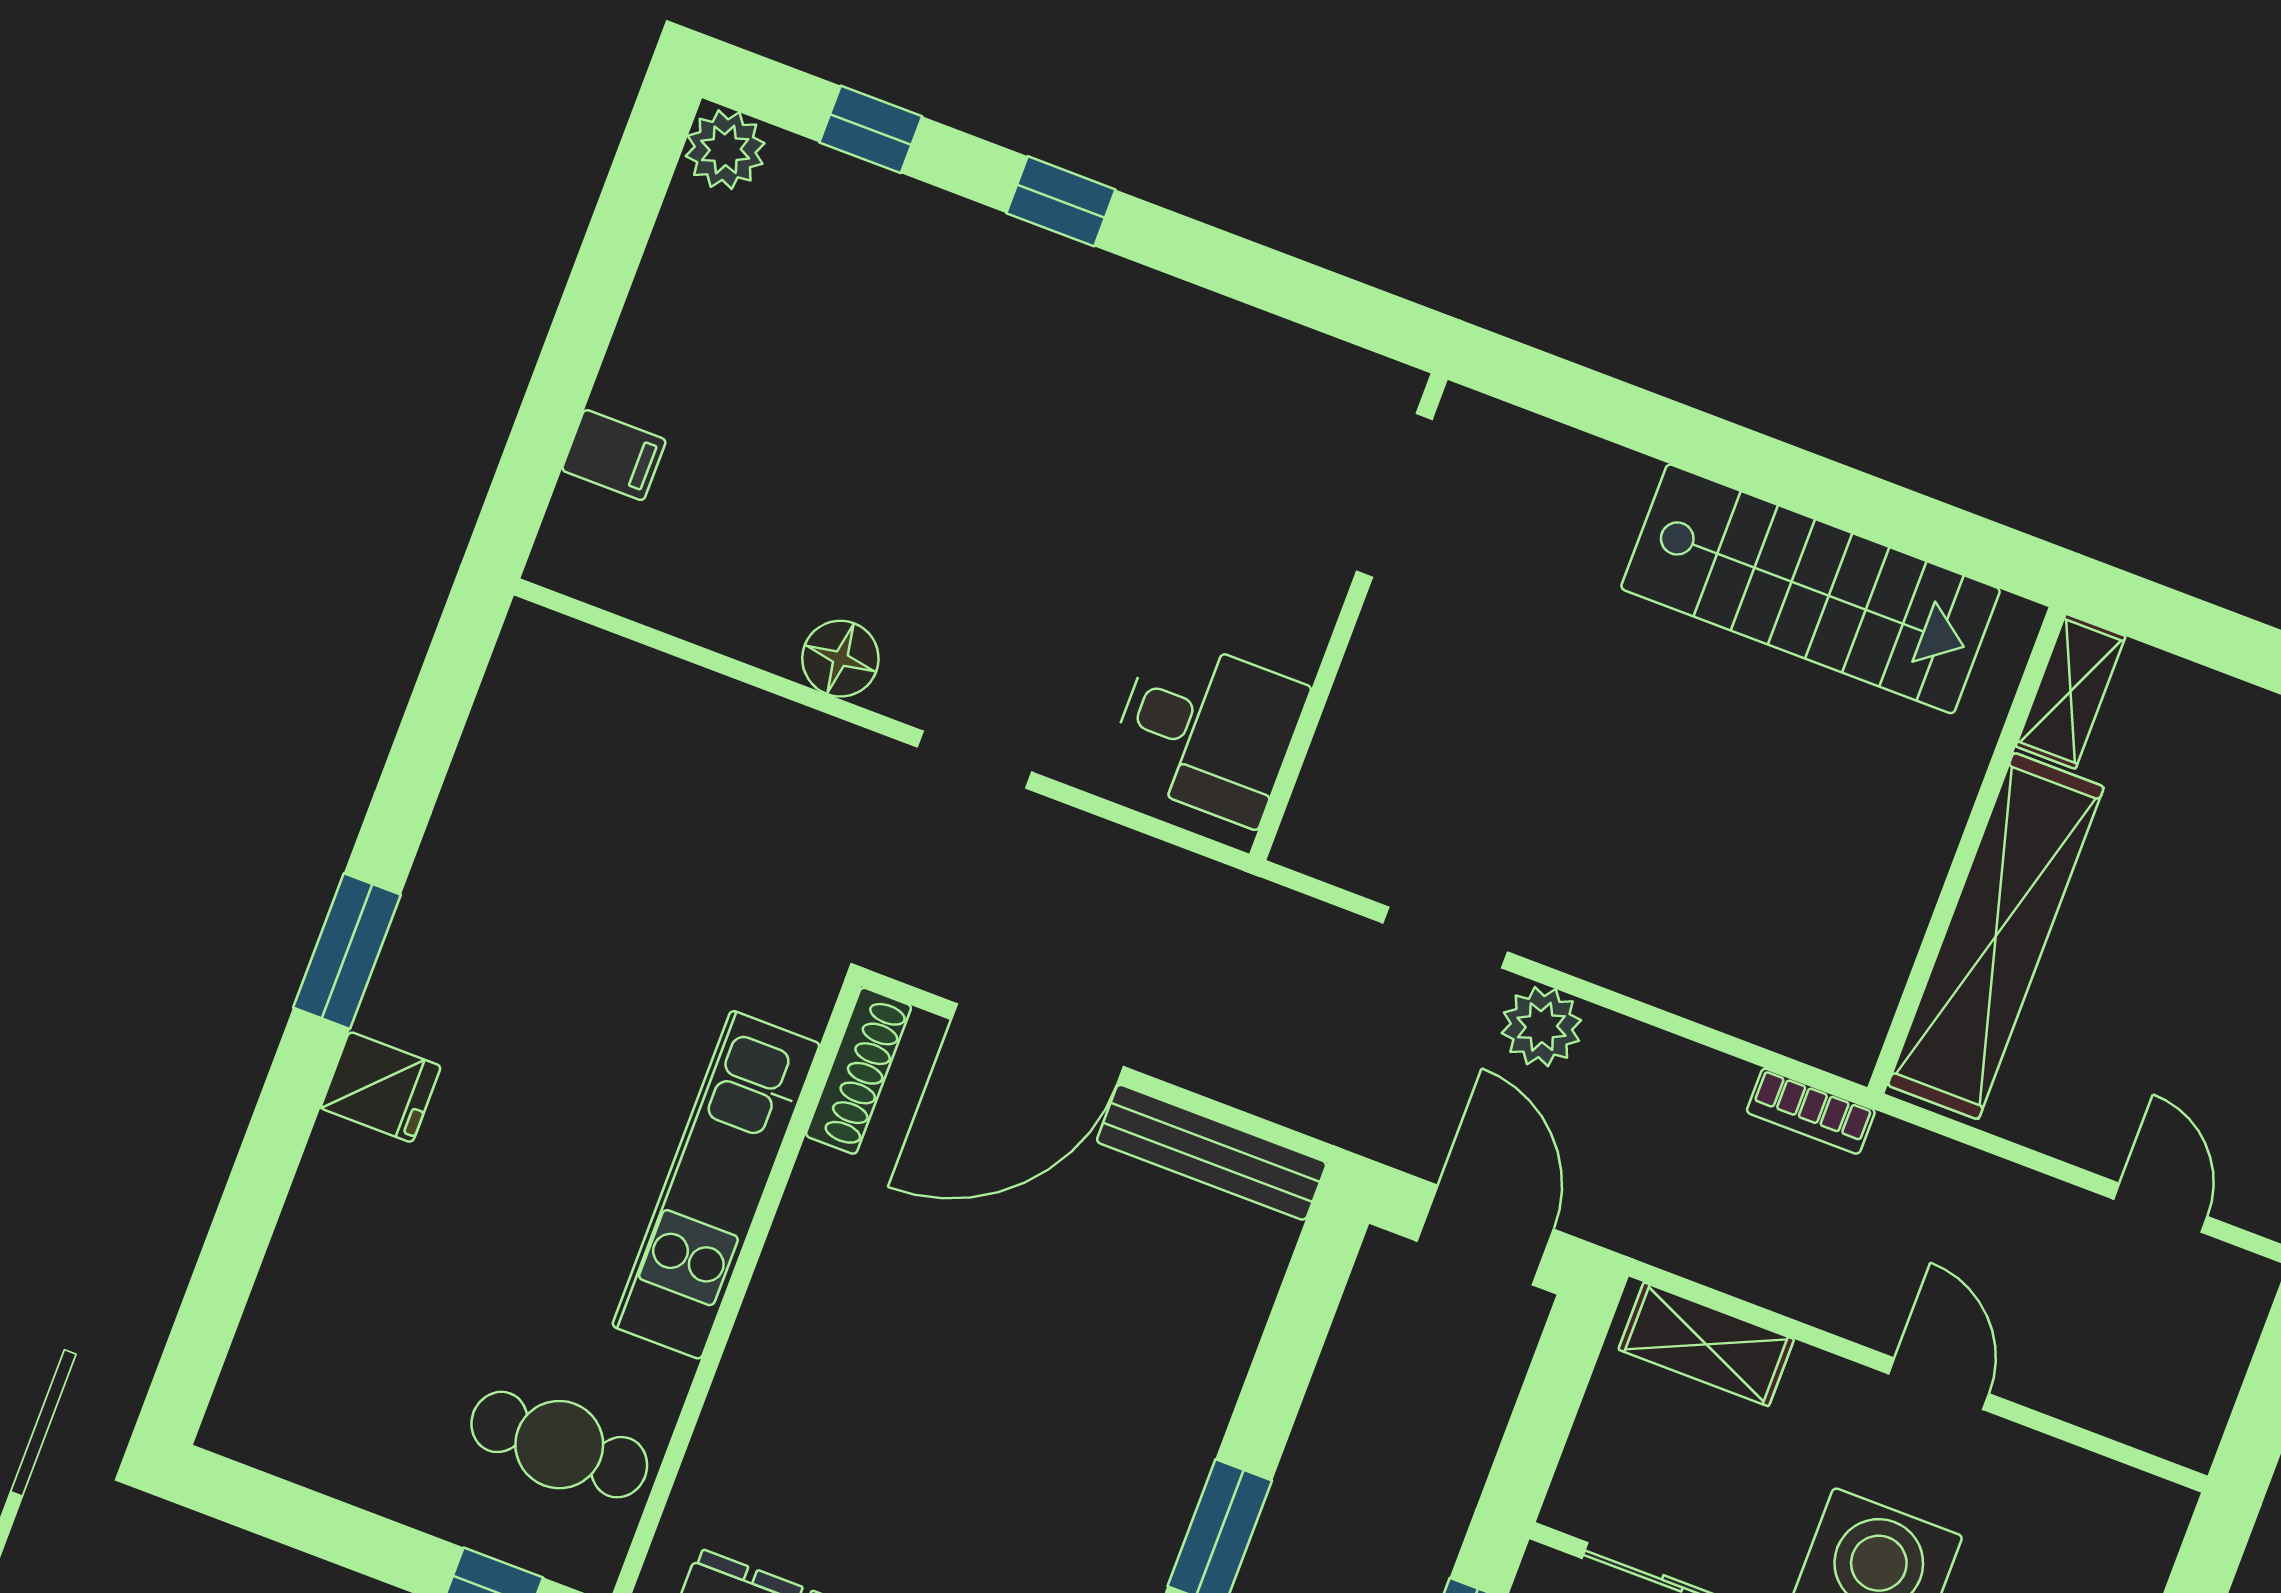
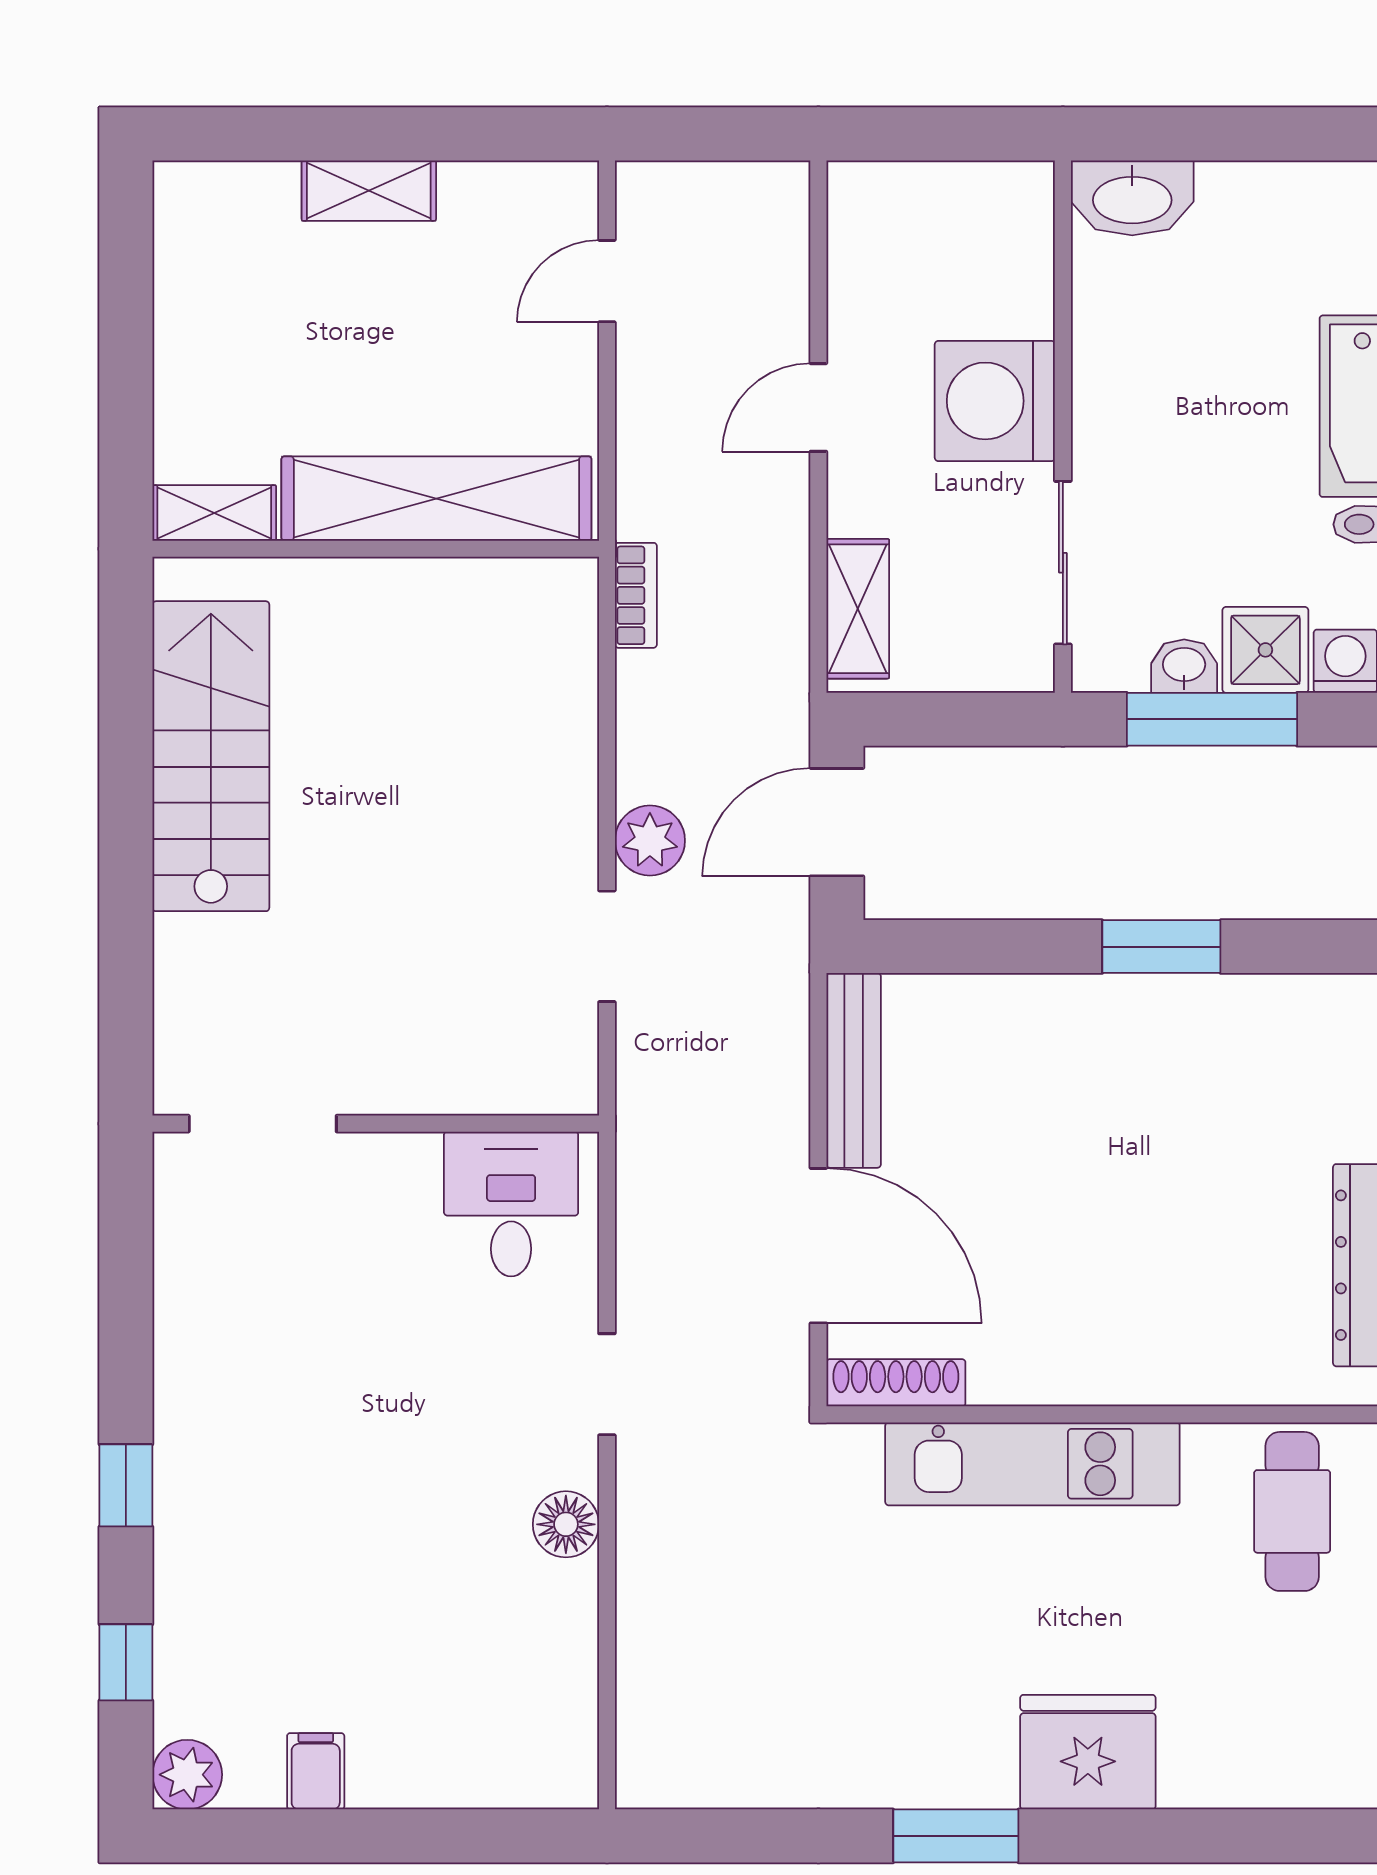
filing cabinet: (614, 455) -> (316, 1771), moved
fridge: (381, 1087) -> (1088, 1752), width x1.88, depth x1.34

